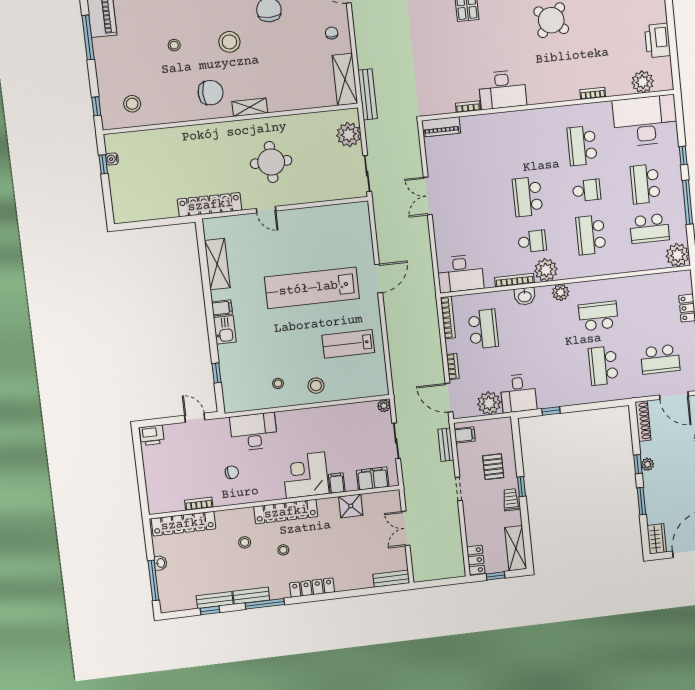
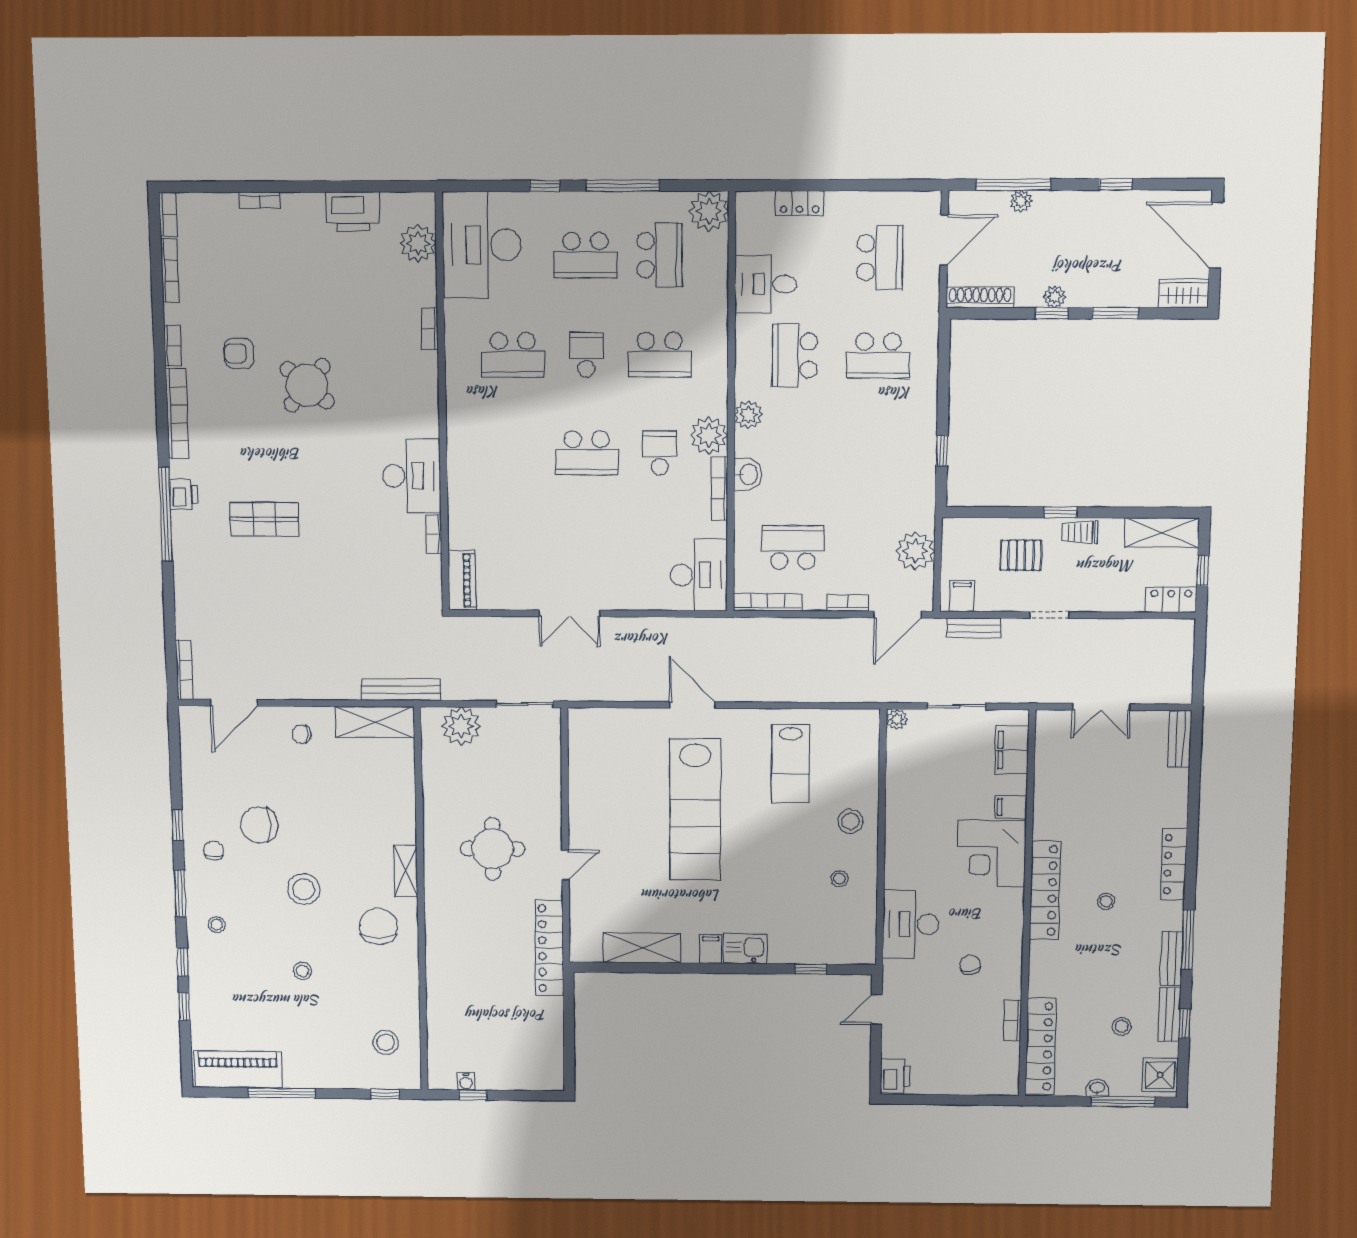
desk: (518, 393) -> (766, 284), moved, turned 180
shower: (351, 506) -> (1160, 1075), moved
stool: (245, 542) -> (1122, 1026), moved

